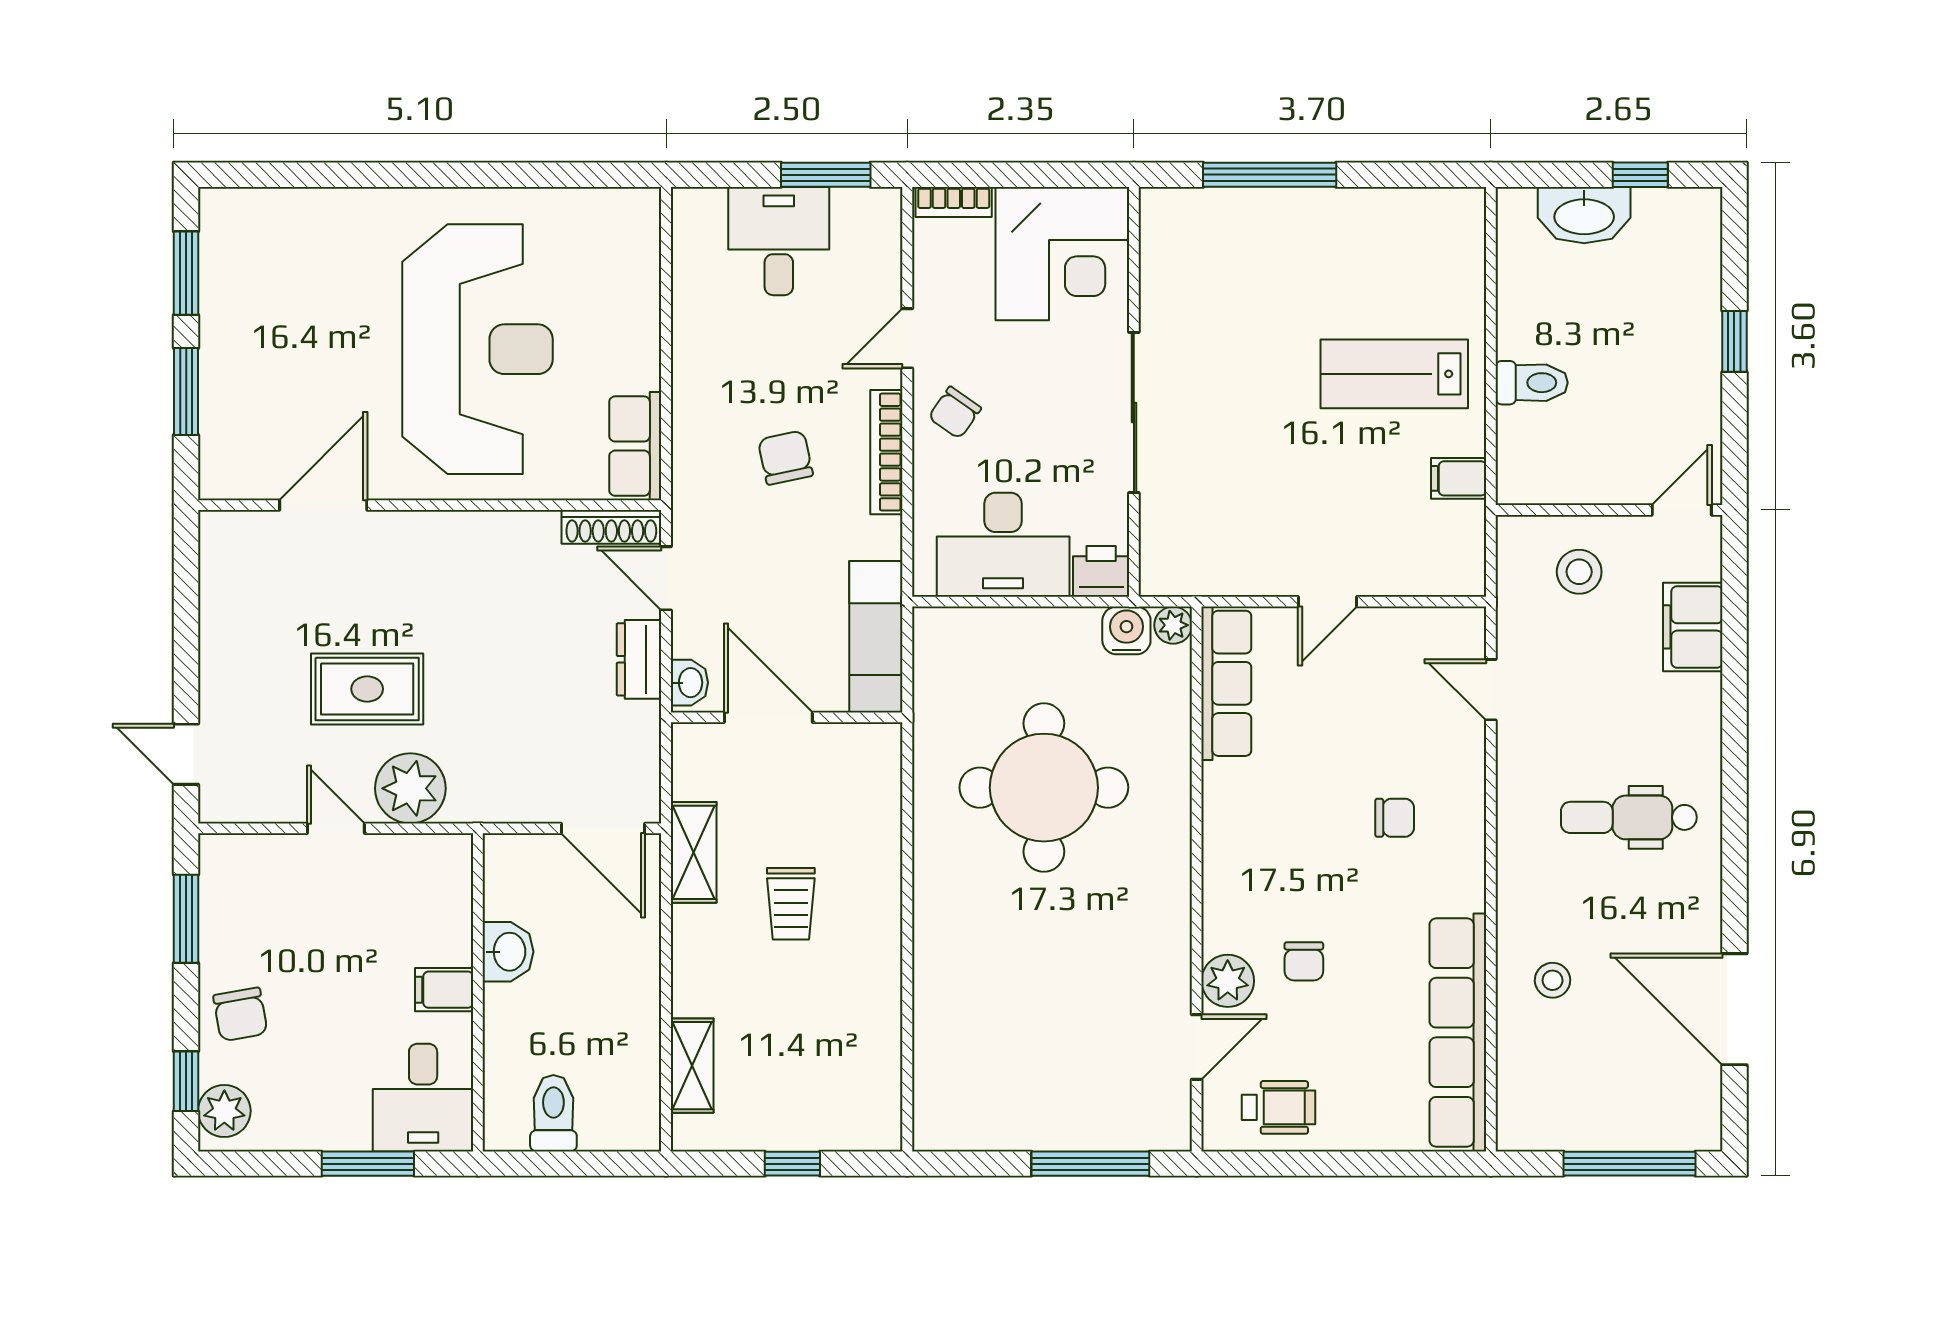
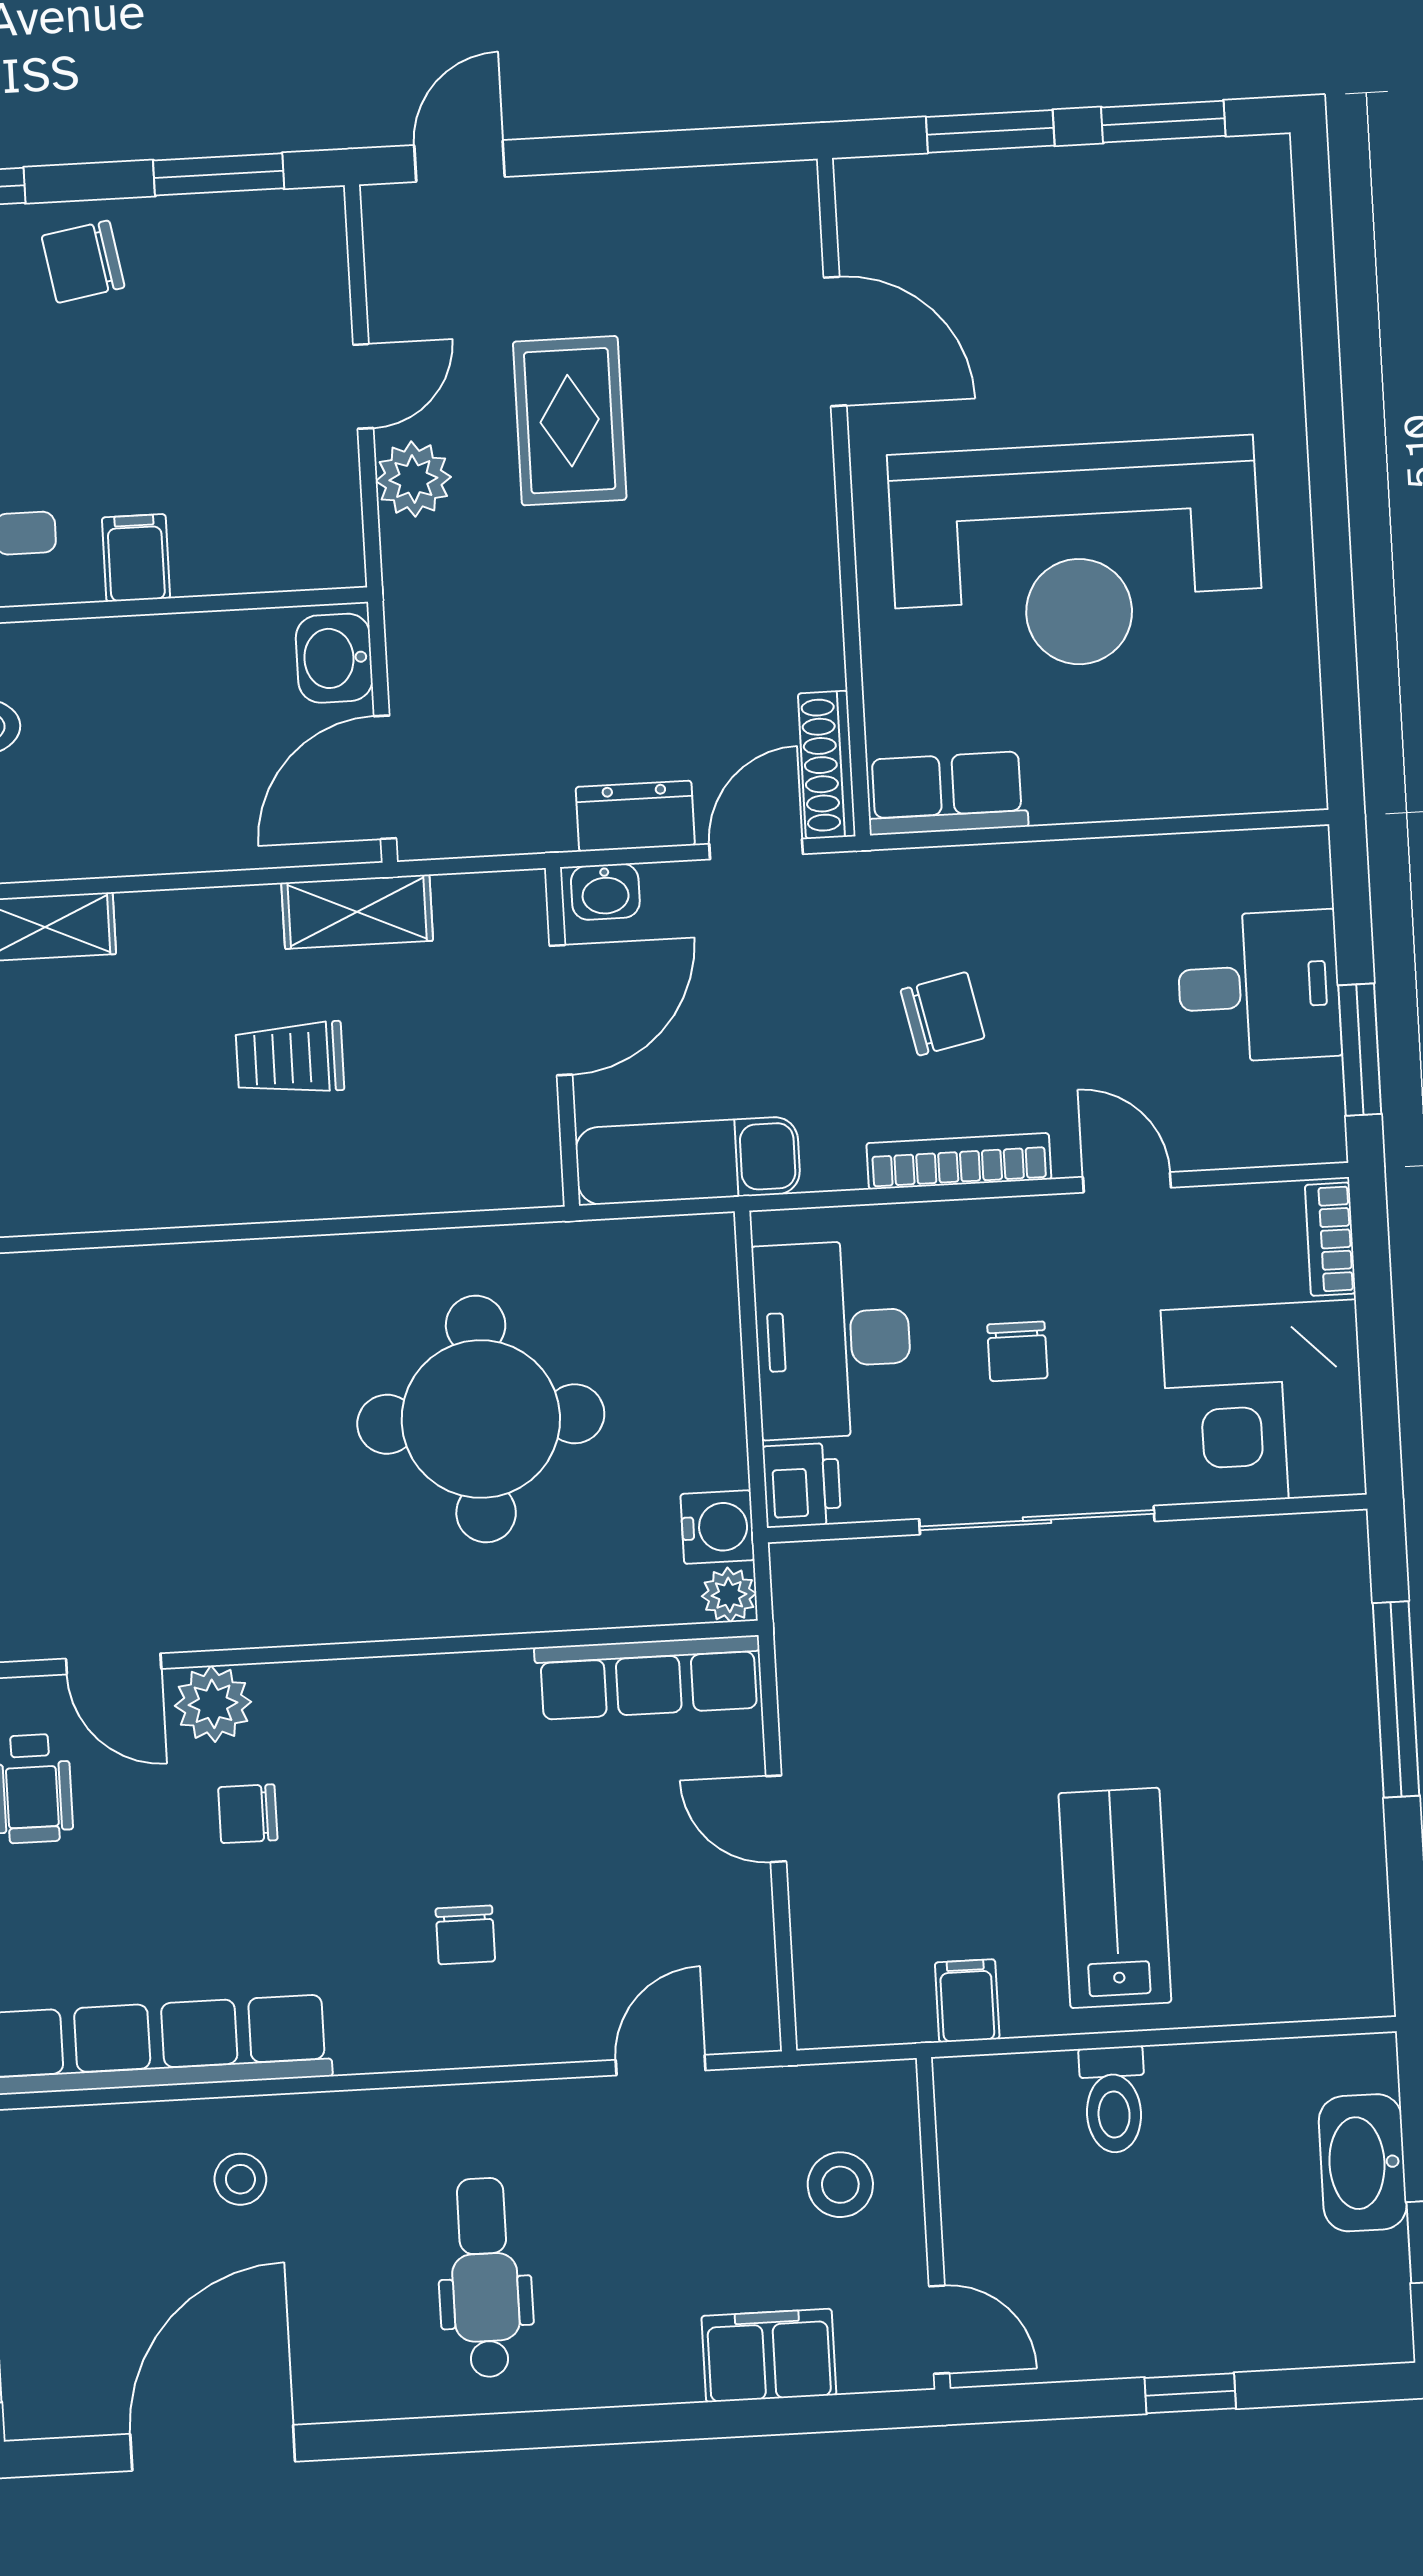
chair: (955, 413) -> (1017, 1351), moved, turned -125
plant: (410, 788) -> (413, 479), width x0.73, depth x0.73
washbasin: (508, 952) -> (334, 658), moved, turned 90

